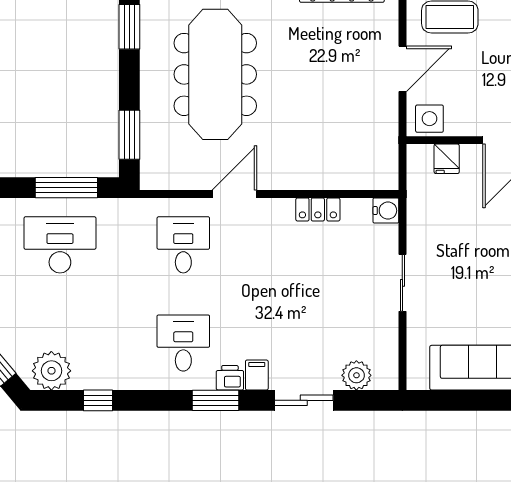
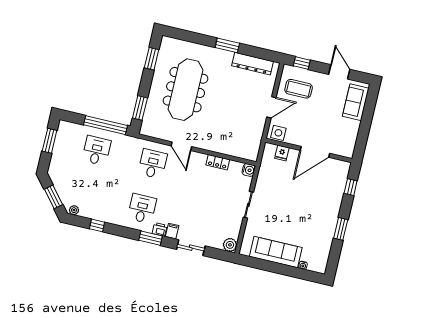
window: (66, 188) -> (106, 125), width x1.46
door: (234, 194) -> (181, 146), swing flipped
desk: (60, 245) -> (96, 151), width x0.73
plant: (51, 371) -> (74, 210), width x0.53, depth x0.53
plant: (356, 375) -> (230, 245), moved

